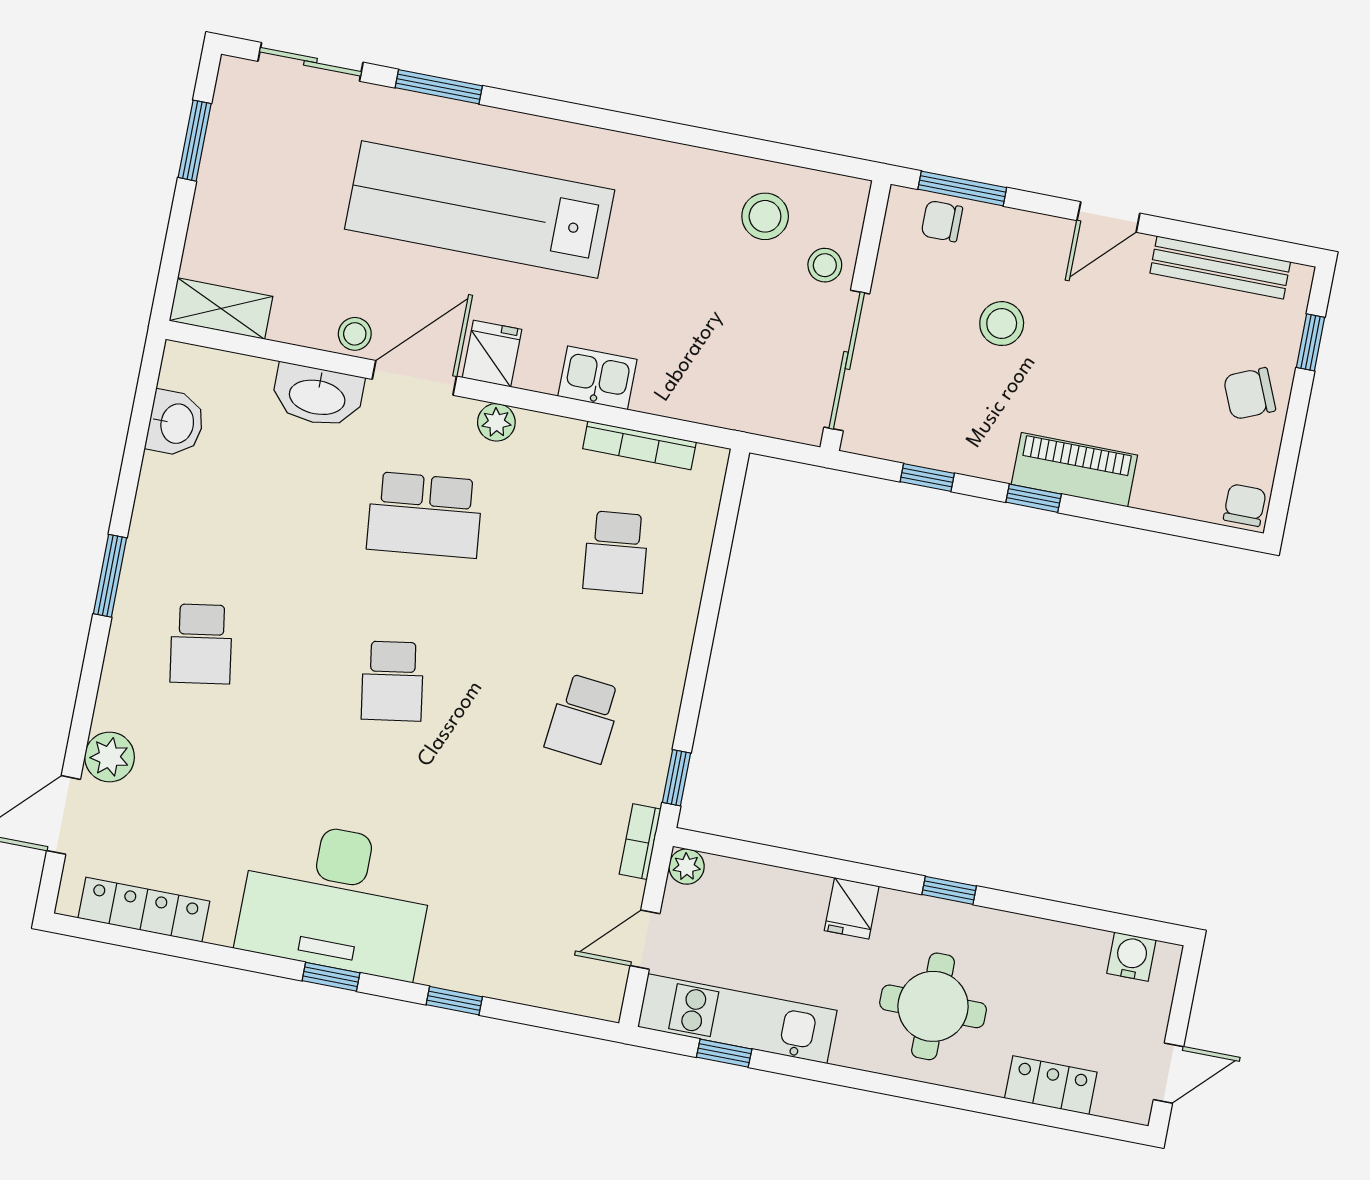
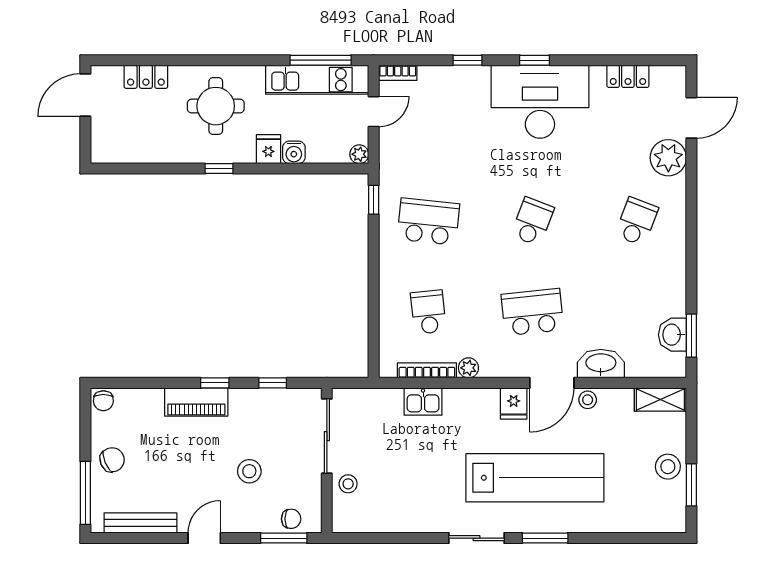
sliding door: (310, 62) -> (476, 538), moved
window: (439, 87) -> (545, 538), moved
stool: (765, 216) -> (668, 467), moved
window: (1310, 342) -> (85, 493), width x2.17
kitchen sink: (597, 378) -> (423, 402), moved
plant: (496, 422) -> (468, 368), moved
window: (110, 576) -> (691, 336), moved
school desk: (201, 644) -> (637, 222), turned 30
school desk: (392, 681) -> (532, 222), turned 30
school desk: (584, 718) -> (428, 222), width x1.85
plant: (110, 757) -> (668, 158), width x1.36, depth x1.36
bookcase: (640, 842) -> (398, 73), moved, turned 90
locker: (144, 910) -> (628, 76), width x0.66
water cooler: (1131, 957) -> (294, 152), moved
window: (724, 1053) -> (321, 60), width x2.17
door: (1168, 1073) -> (85, 95), width x1.38

